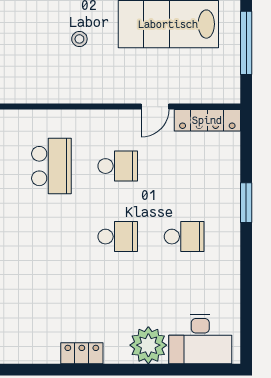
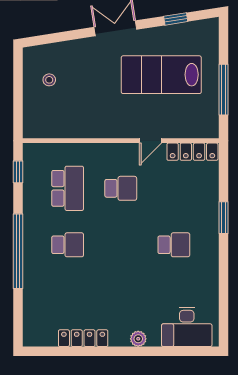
stool: (79, 39) -> (49, 80), moved
school desk: (118, 237) -> (68, 245), moved
plant: (148, 345) -> (138, 339), width x0.53, depth x0.53
locker: (82, 353) -> (83, 338), width x1.53

